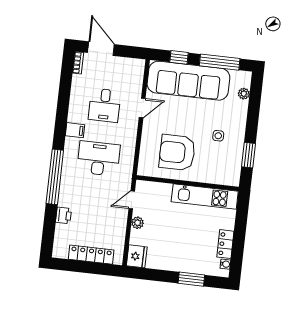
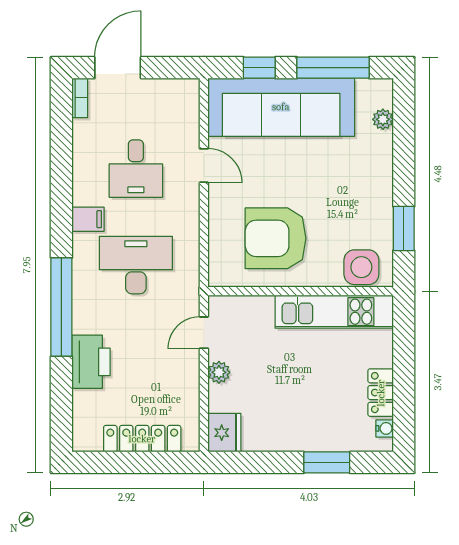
door: (101, 49) -> (118, 68), hinge flipped
door: (142, 108) -> (204, 166), hinge flipped
side table: (218, 136) -> (361, 267), moved, width x1.87, depth x1.87
printer: (63, 215) -> (91, 362), width x1.87, depth x1.48

